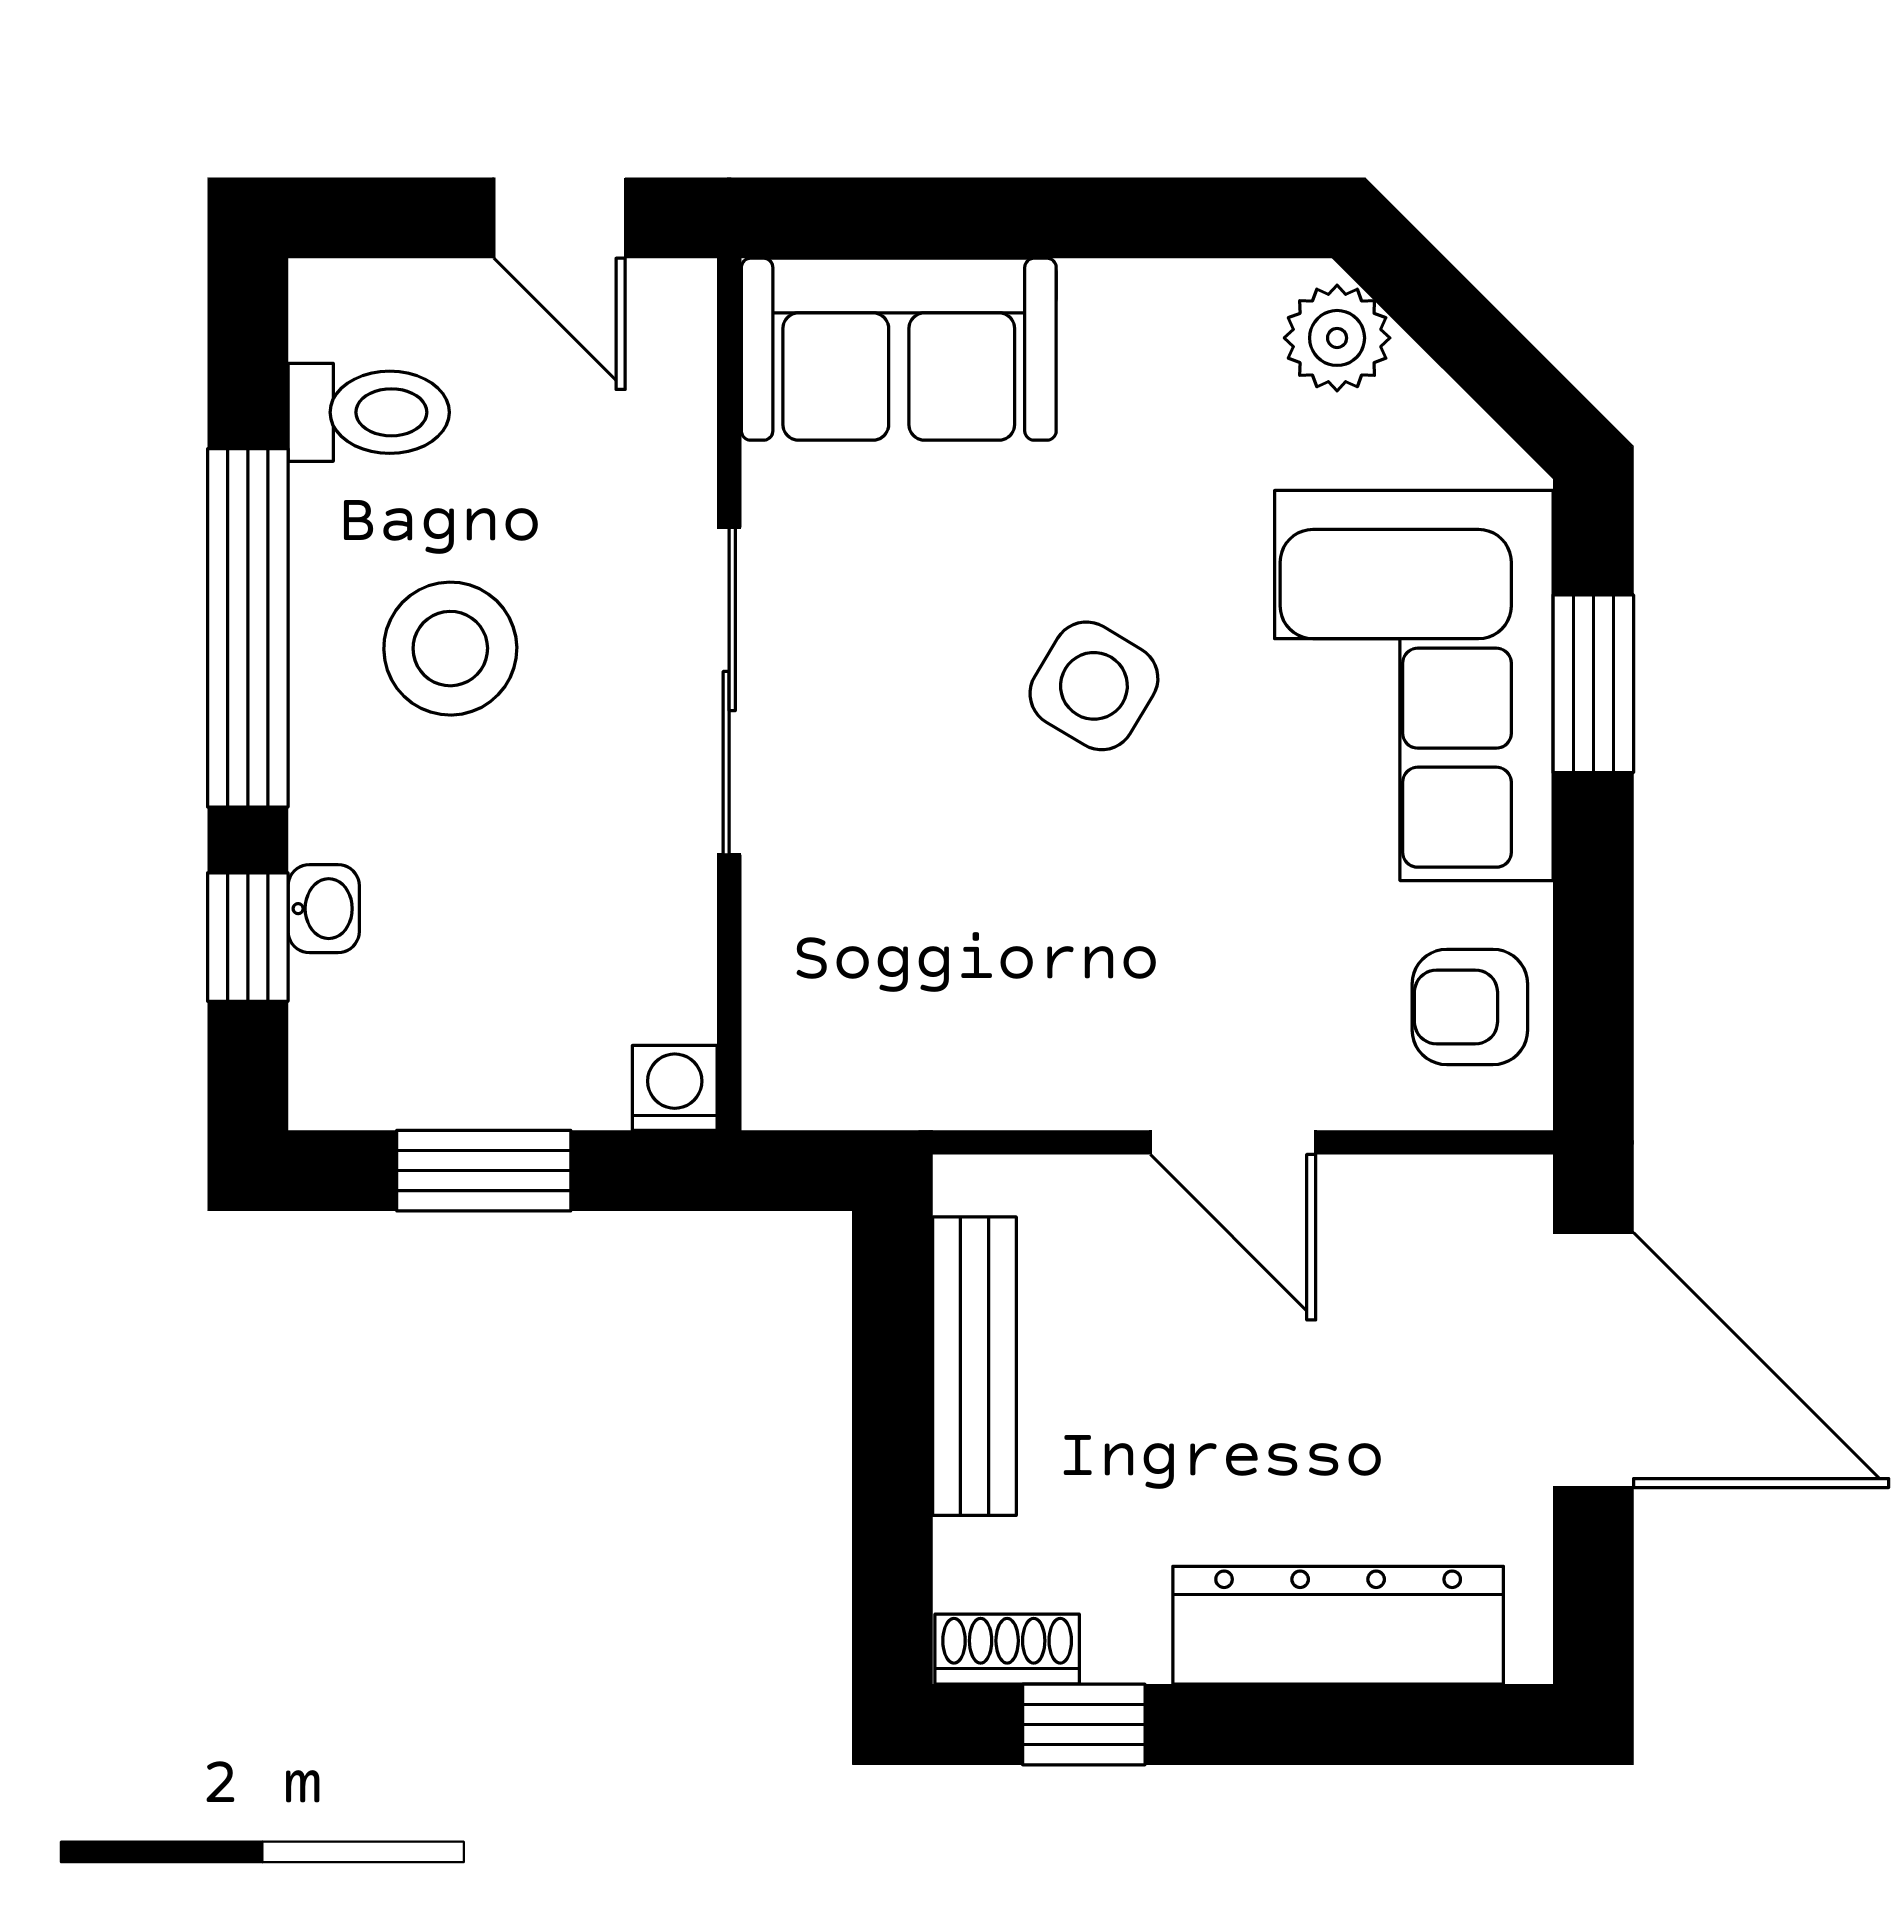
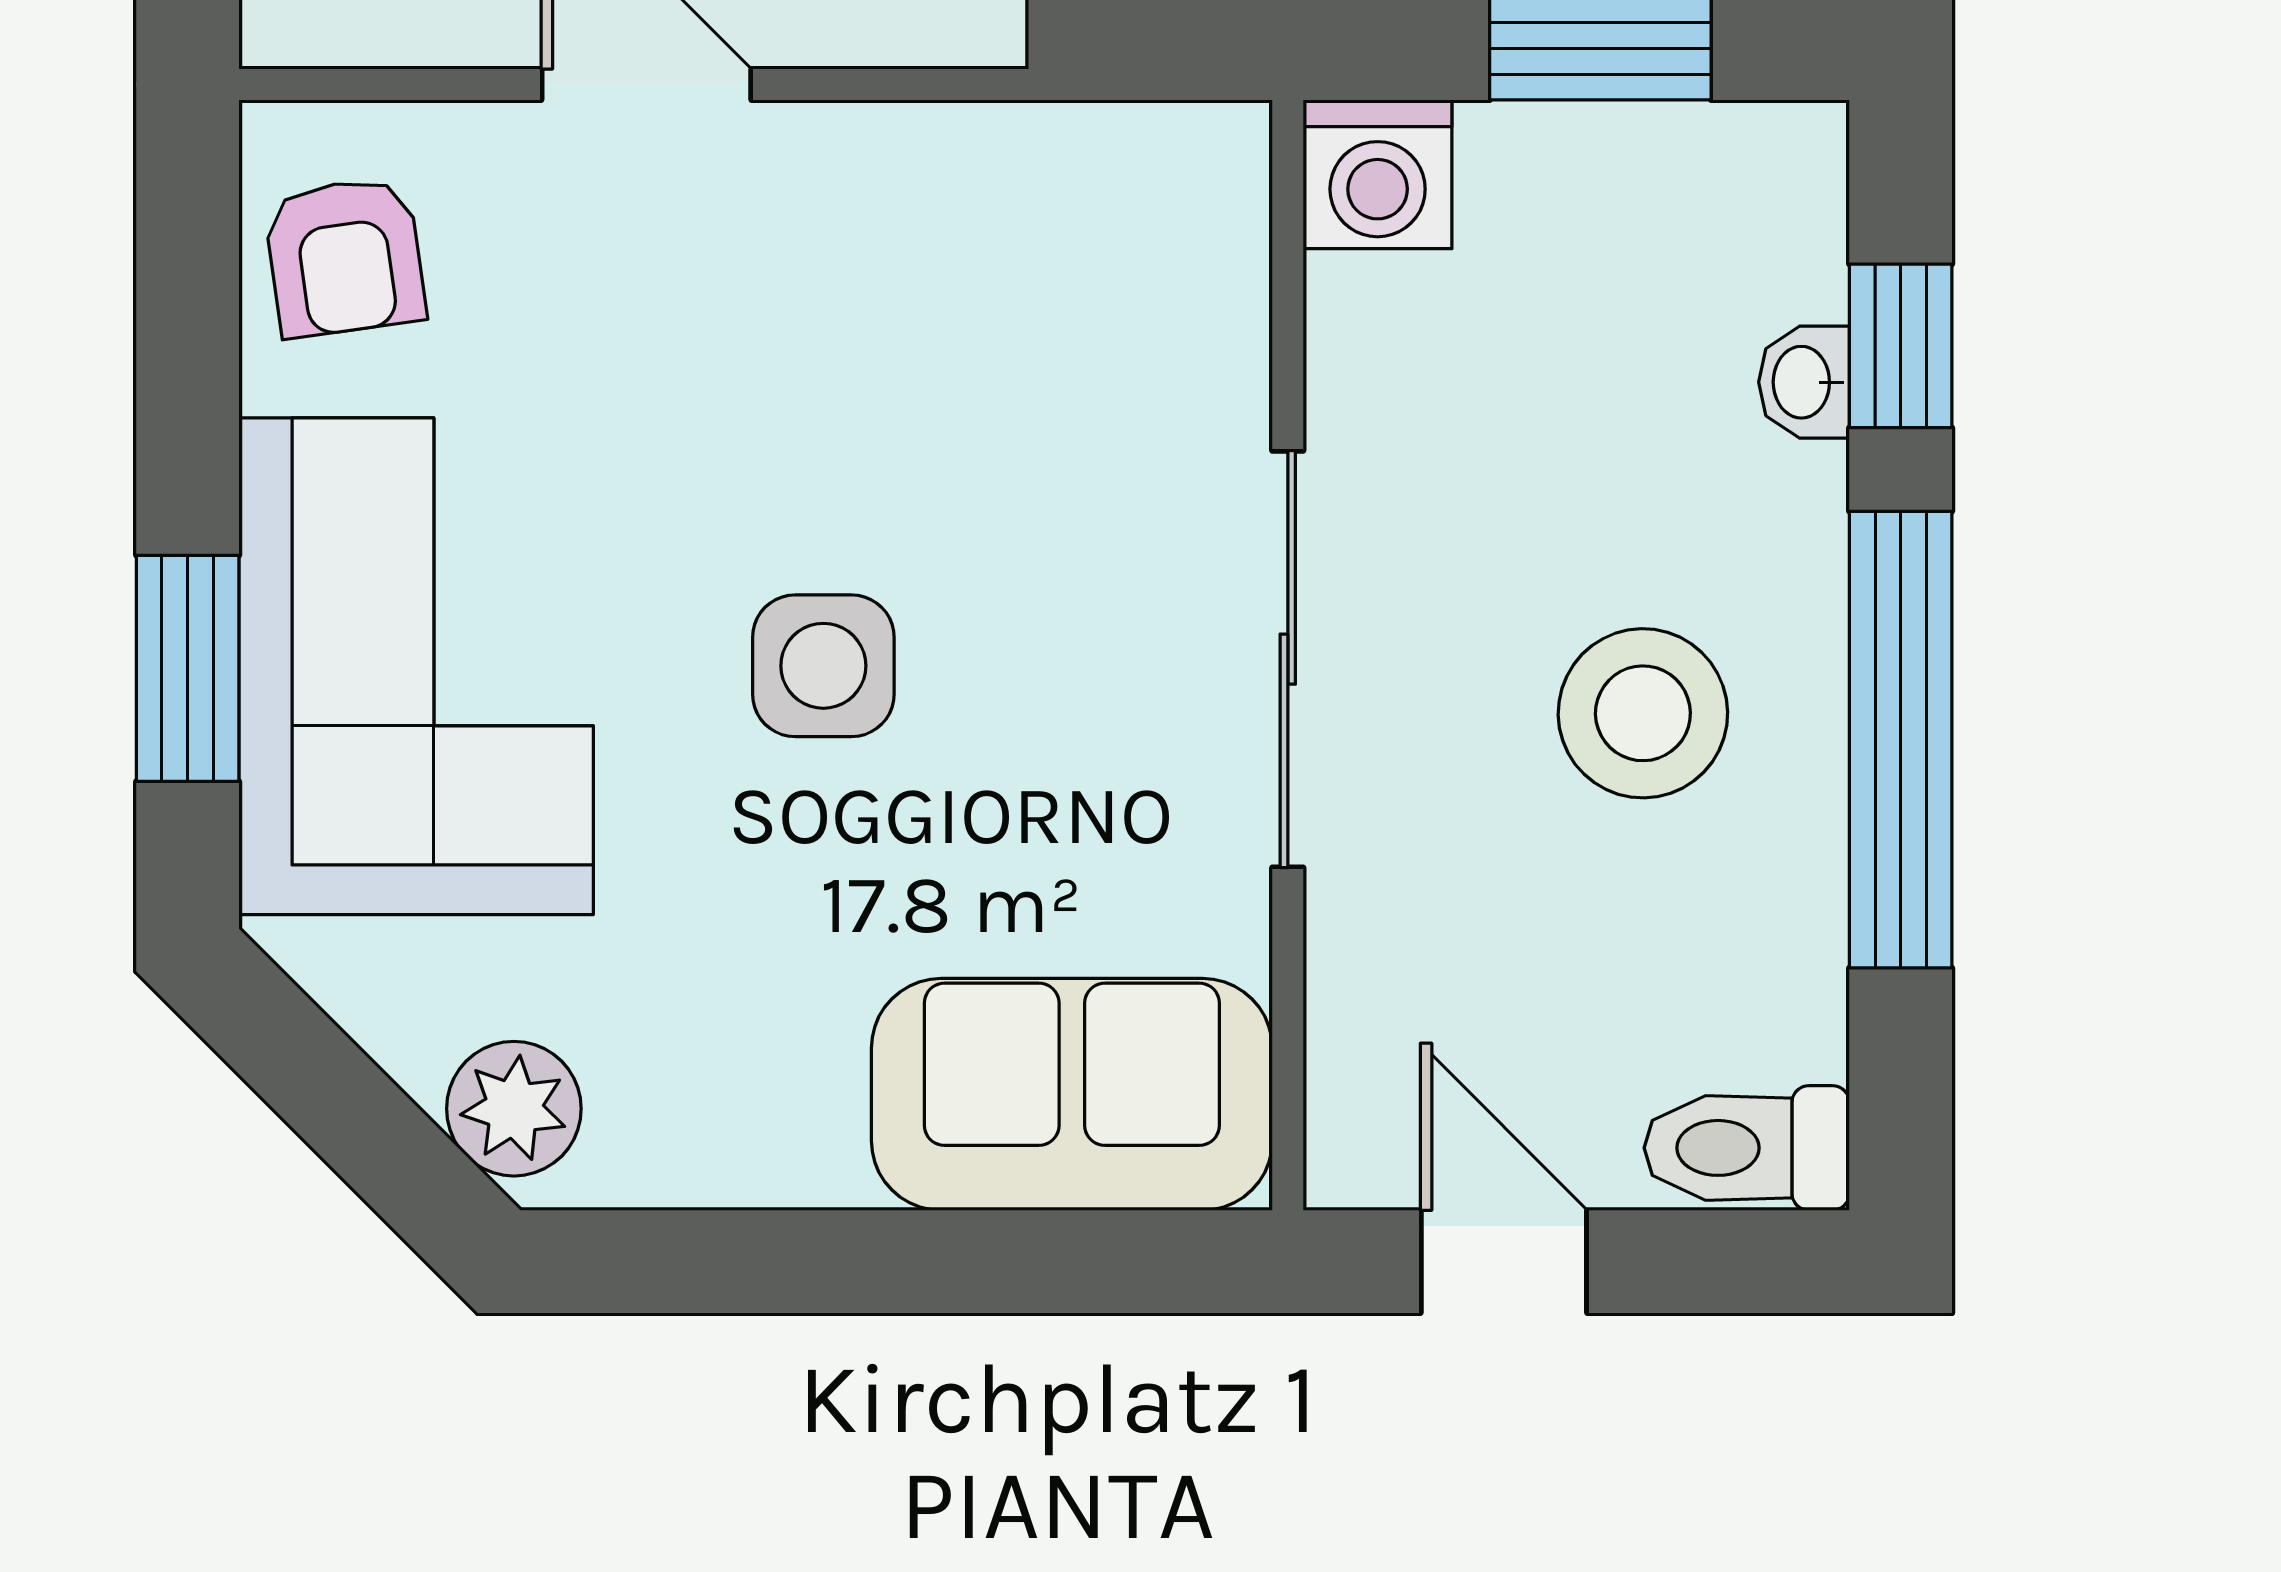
toilet: (369, 412) -> (1747, 1148), moved
side table: (1094, 686) -> (823, 666), turned -31
armchair: (1470, 1007) -> (345, 257), turned 82
washing machine: (675, 1088) -> (1378, 174), width x1.38, depth x1.38

